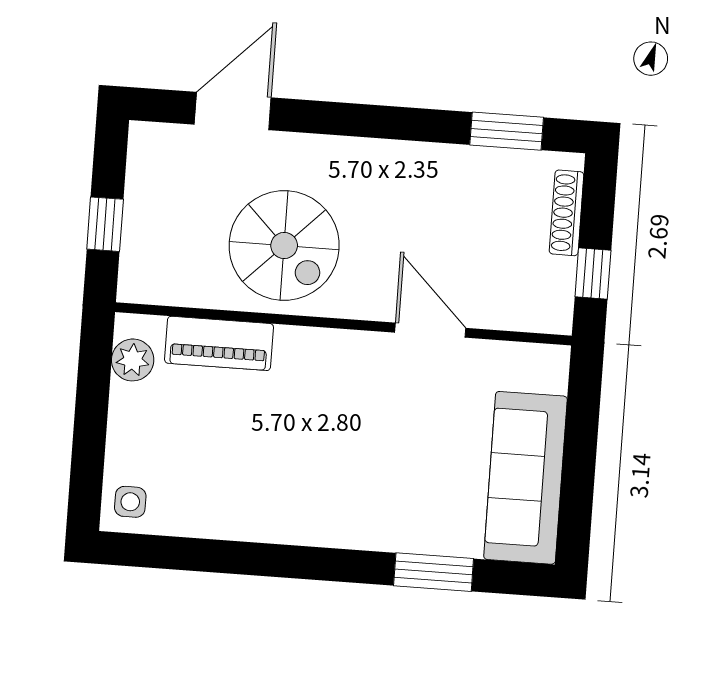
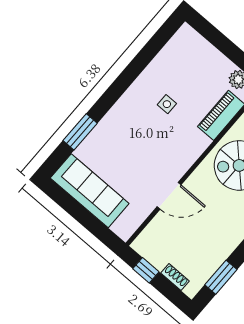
shoe rack: (567, 213) -> (175, 277), width x0.70
side table: (130, 502) -> (167, 104), moved

